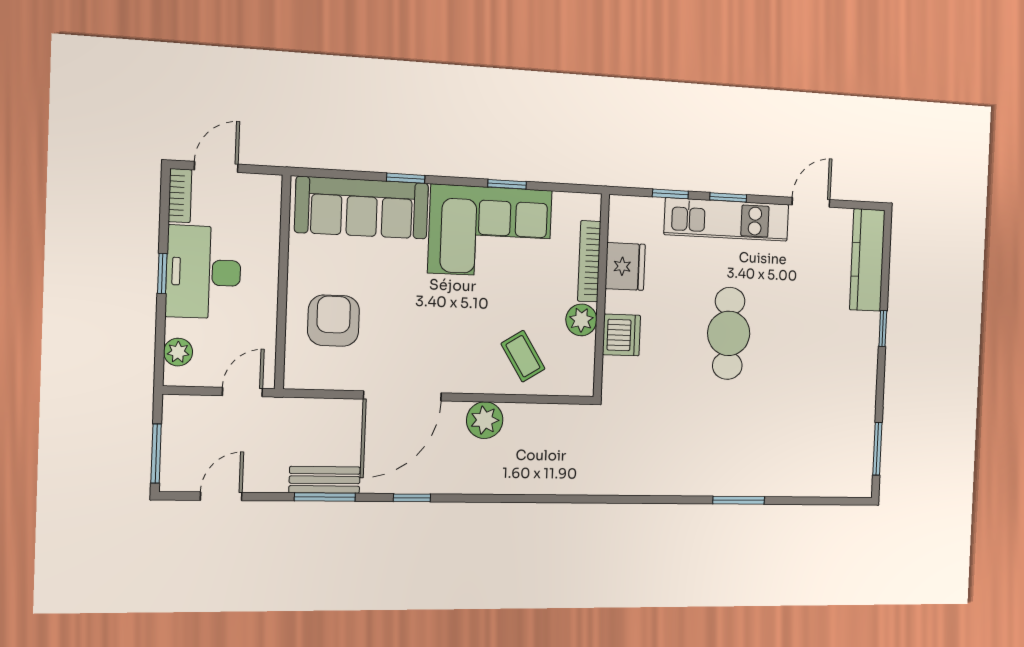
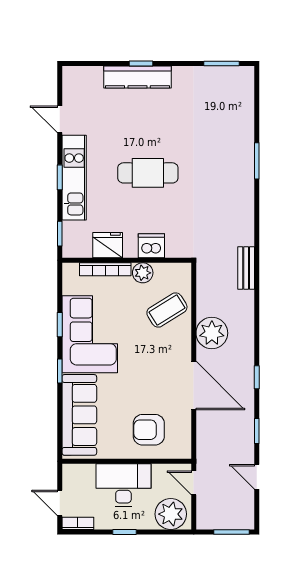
window: (406, 178) -> (60, 371), moved
window: (670, 194) -> (60, 234), moved
kitchen counter: (867, 260) -> (137, 77), moved
desk: (204, 272) -> (123, 485), moved, turned 180
plant: (178, 352) -> (171, 514), width x1.88, depth x1.88
coffee table: (523, 356) -> (167, 310), width x1.36, depth x1.30
plant: (485, 420) -> (212, 333), width x1.36, depth x1.36
bench: (325, 480) -> (246, 268), moved
door: (221, 496) -> (257, 477), moved
window: (325, 497) -> (257, 431), width x0.67

